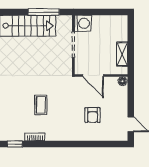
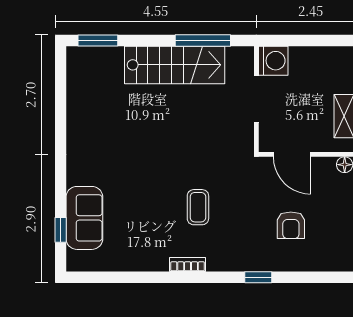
window: (15, 144) -> (258, 277), moved

